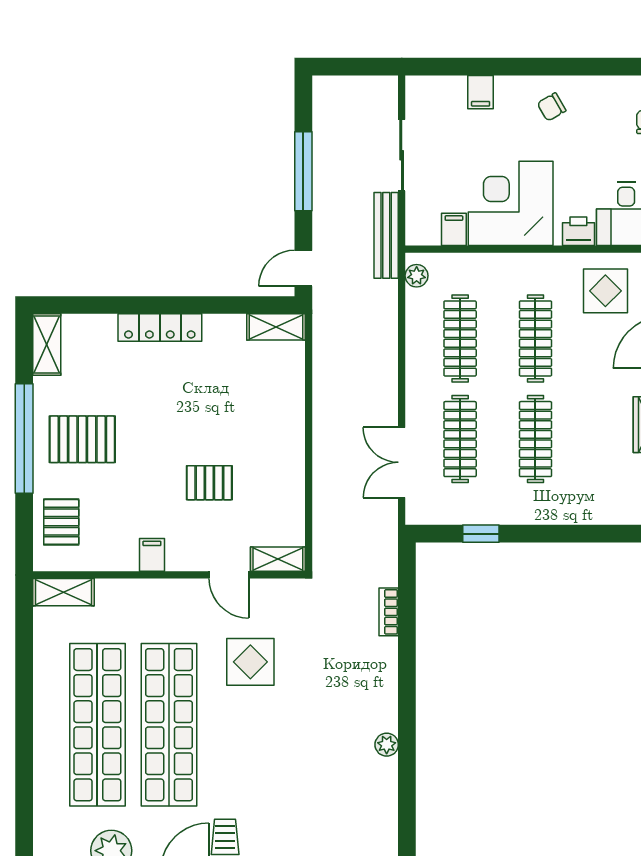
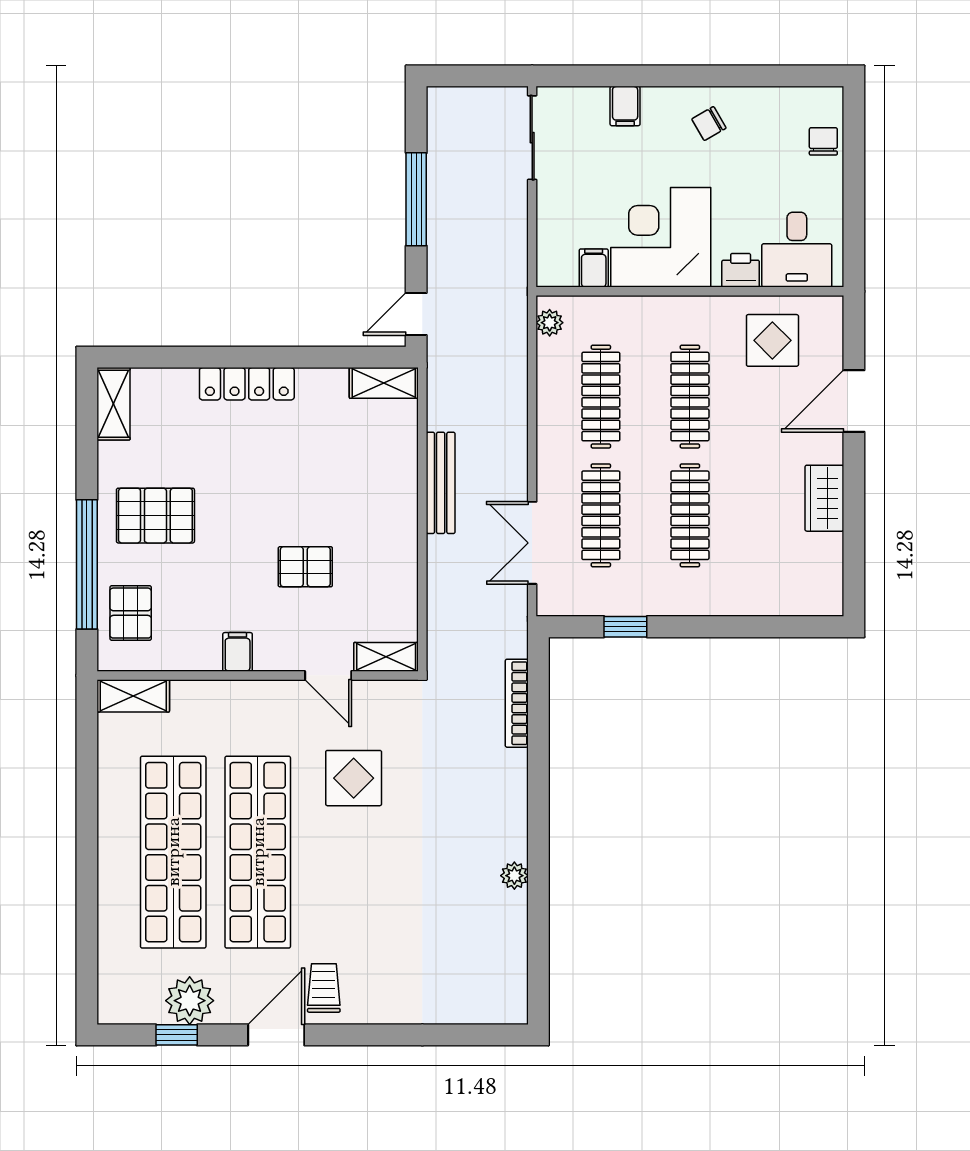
sliding door: (402, 155) -> (532, 138), moved
bench: (386, 235) -> (441, 483), moved
window: (24, 438) -> (87, 564), moved
bookcase: (389, 612) -> (517, 703), width x1.56

